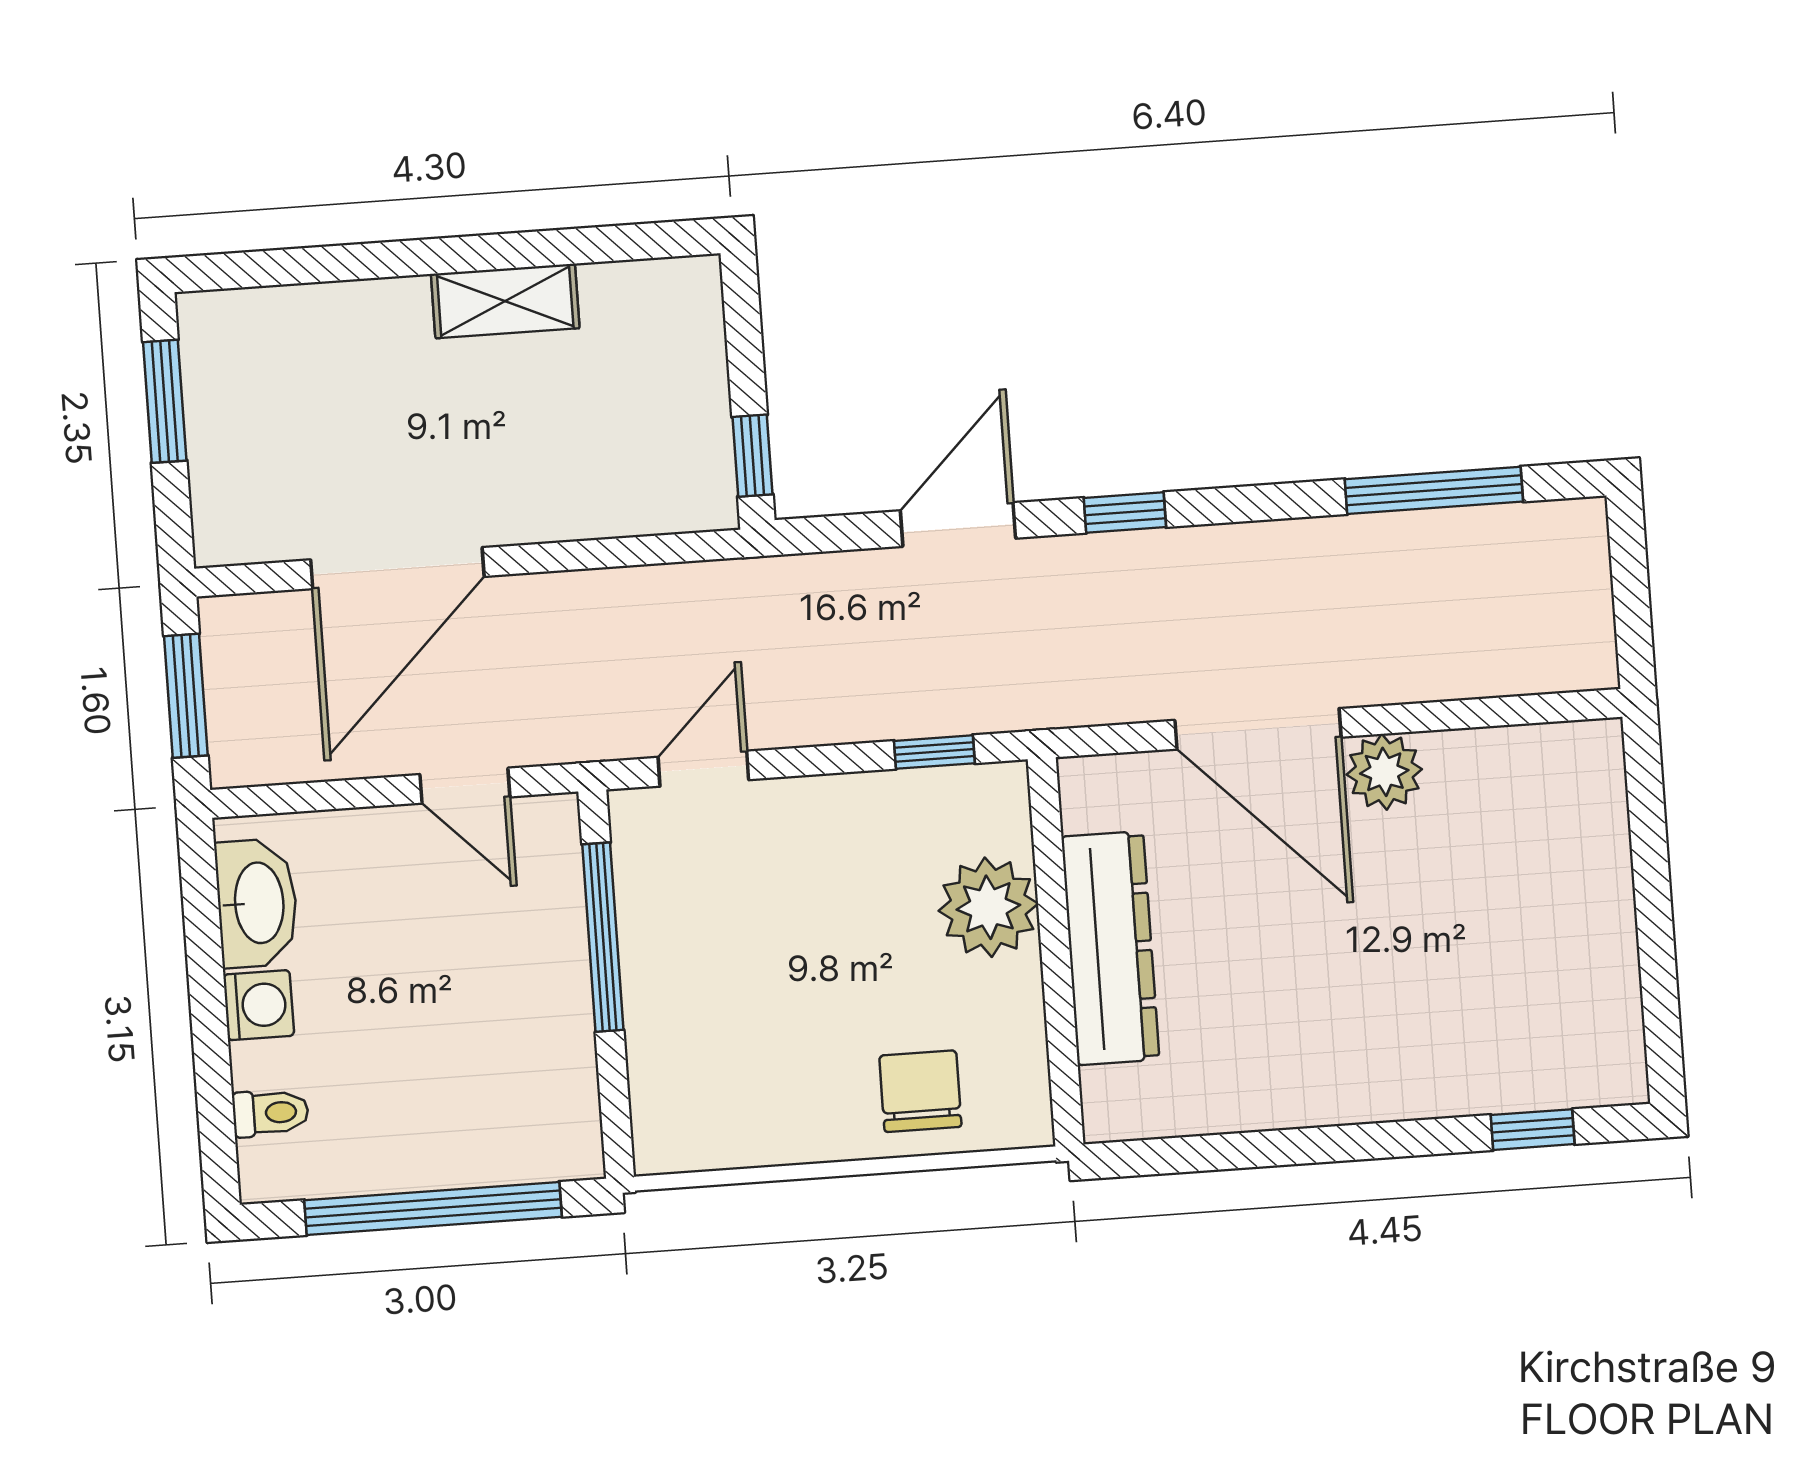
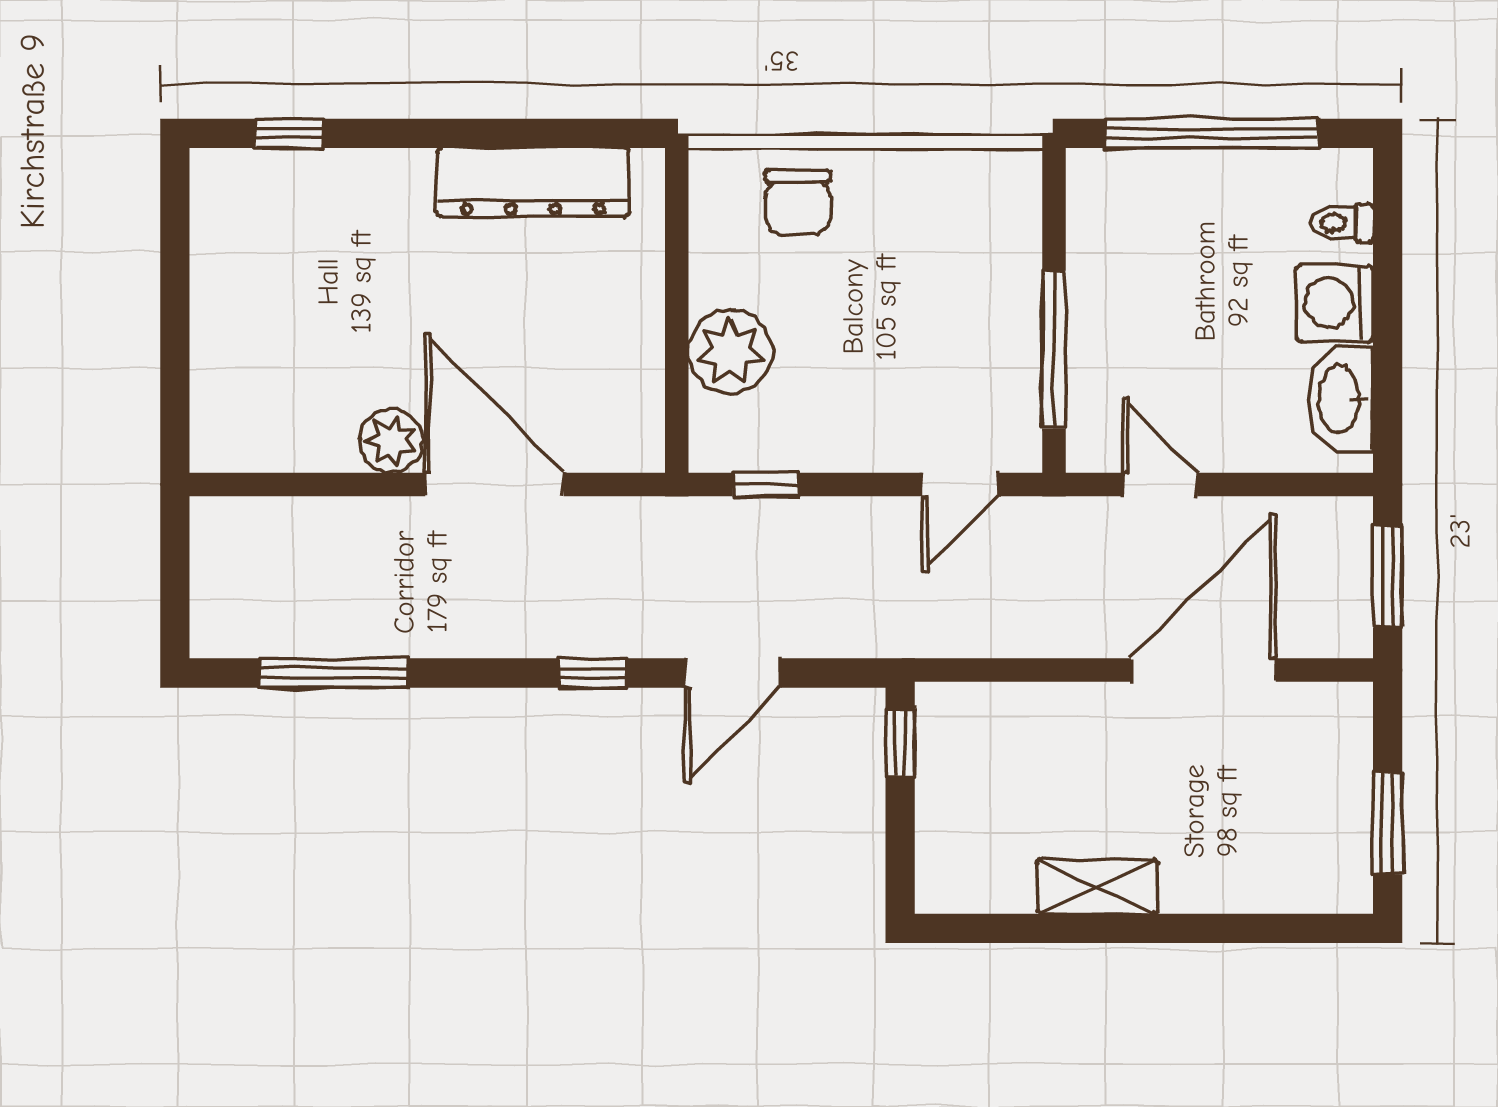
dresser: (1110, 948) -> (533, 182), moved, turned -90
washing machine: (259, 1005) -> (1335, 303), width x1.38, depth x1.38

